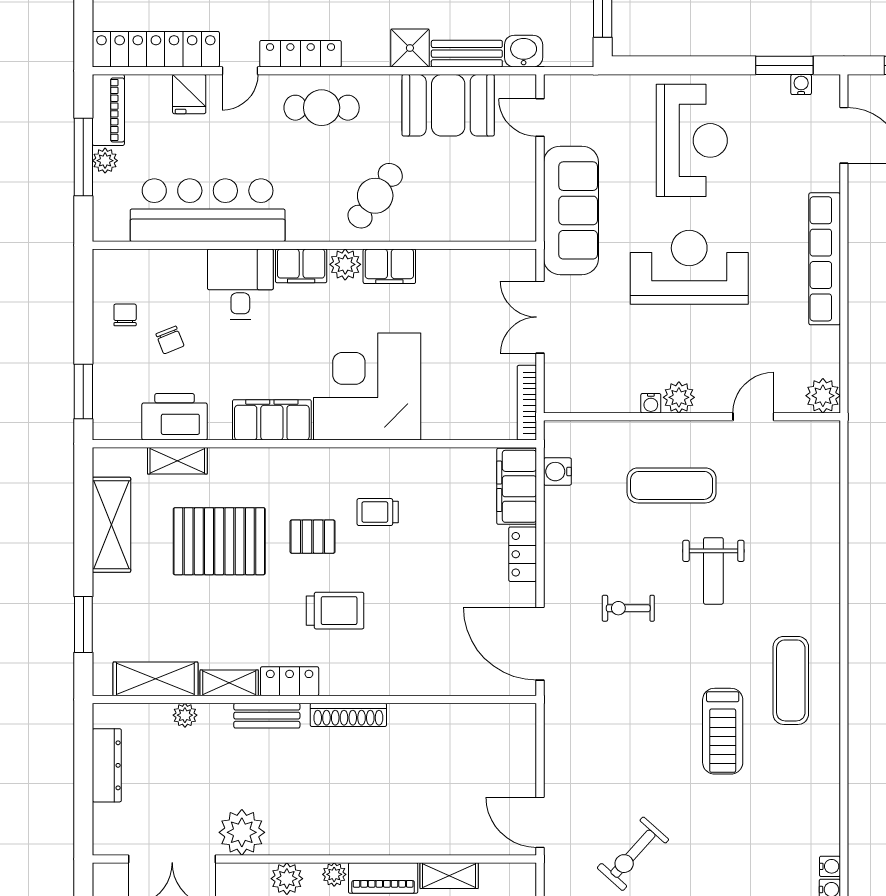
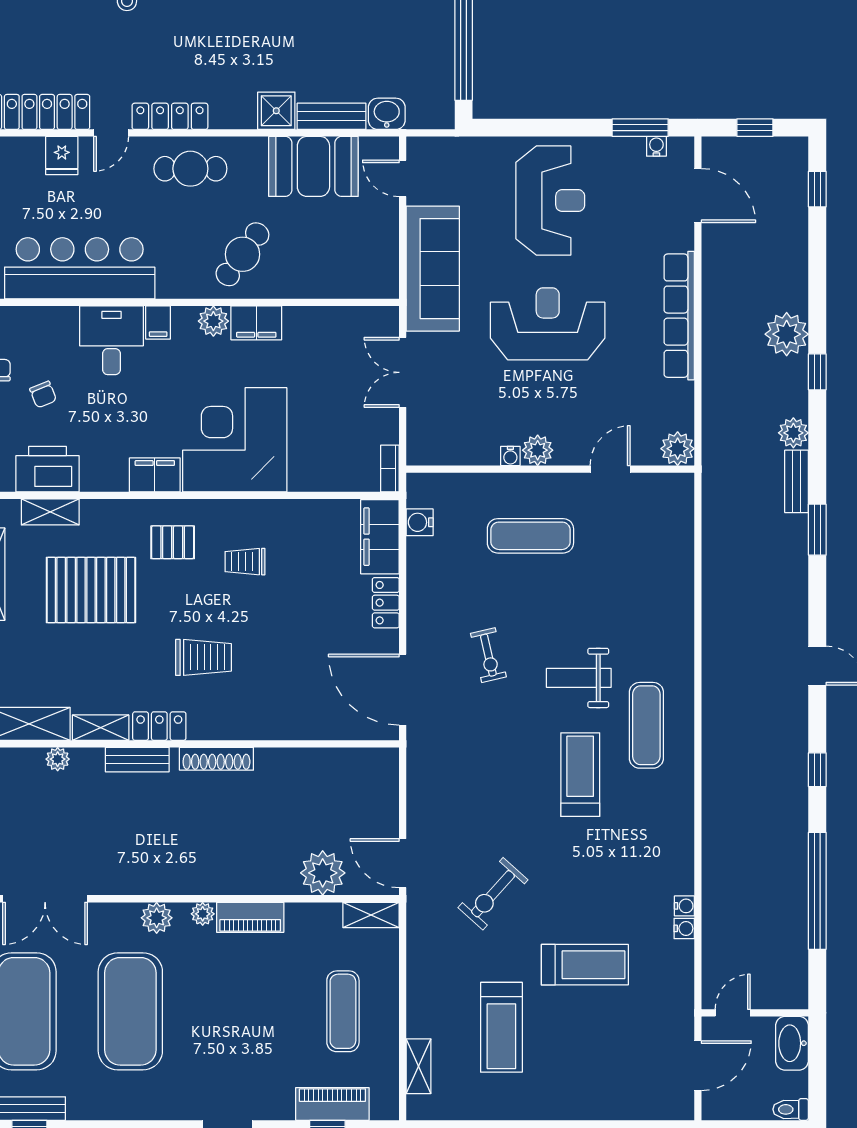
filing cabinet: (301, 266) -> (158, 322), width x0.50
bookcase: (527, 403) -> (390, 469), width x0.64
filing cabinet: (272, 420) -> (155, 475), width x0.67, depth x0.86
pallet: (313, 537) -> (173, 542), moved
weight bench: (713, 571) -> (579, 678), moved, turned 90
exercise bike: (628, 608) -> (488, 655), turned -103
treadmill: (723, 731) -> (580, 775), turned 180
plant: (242, 832) -> (323, 873), moved
shelving: (449, 876) -> (371, 915), moved

